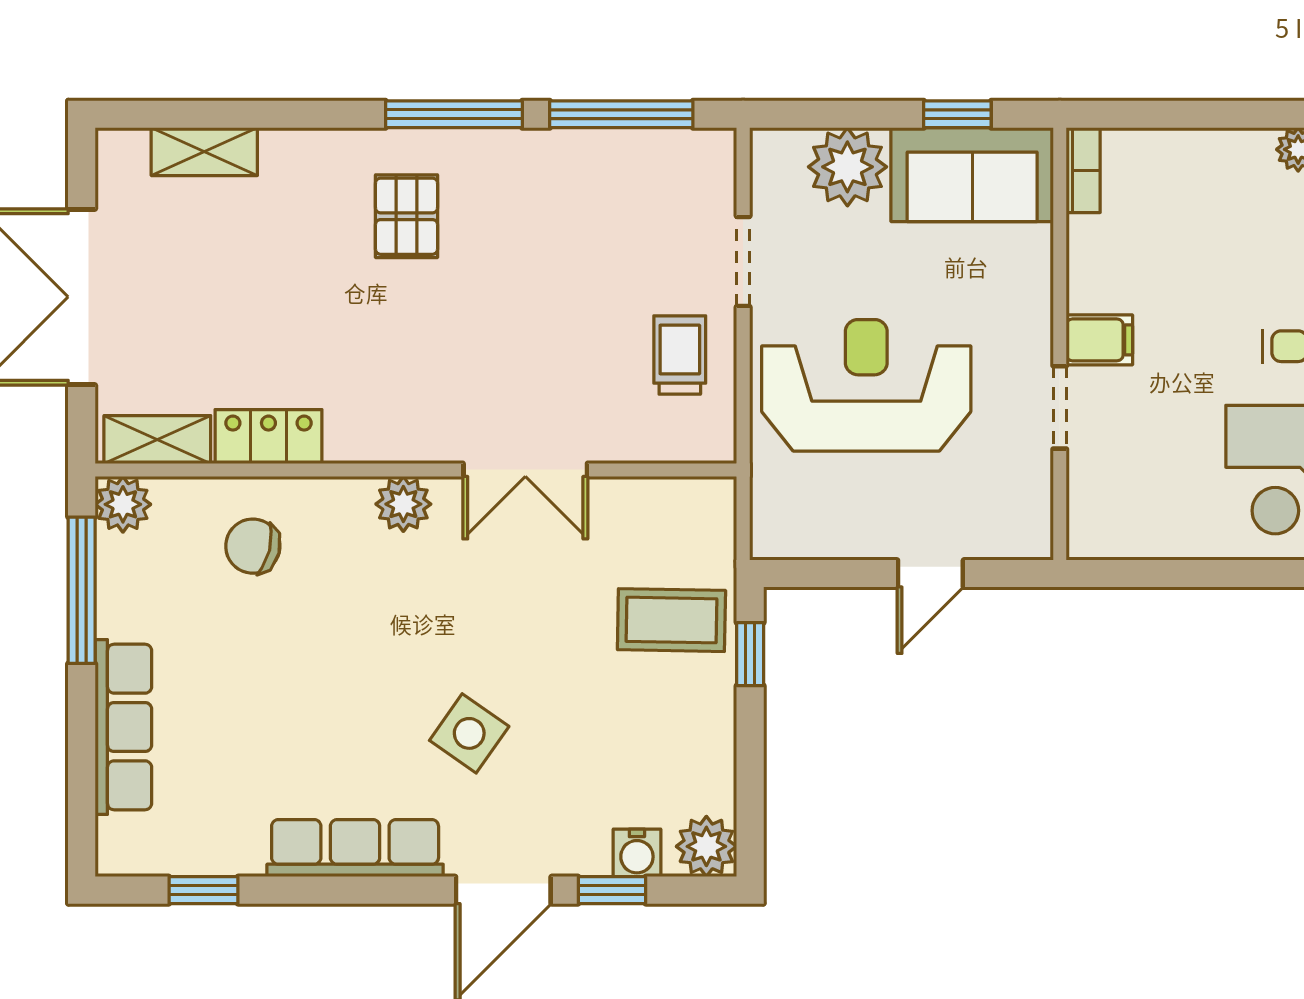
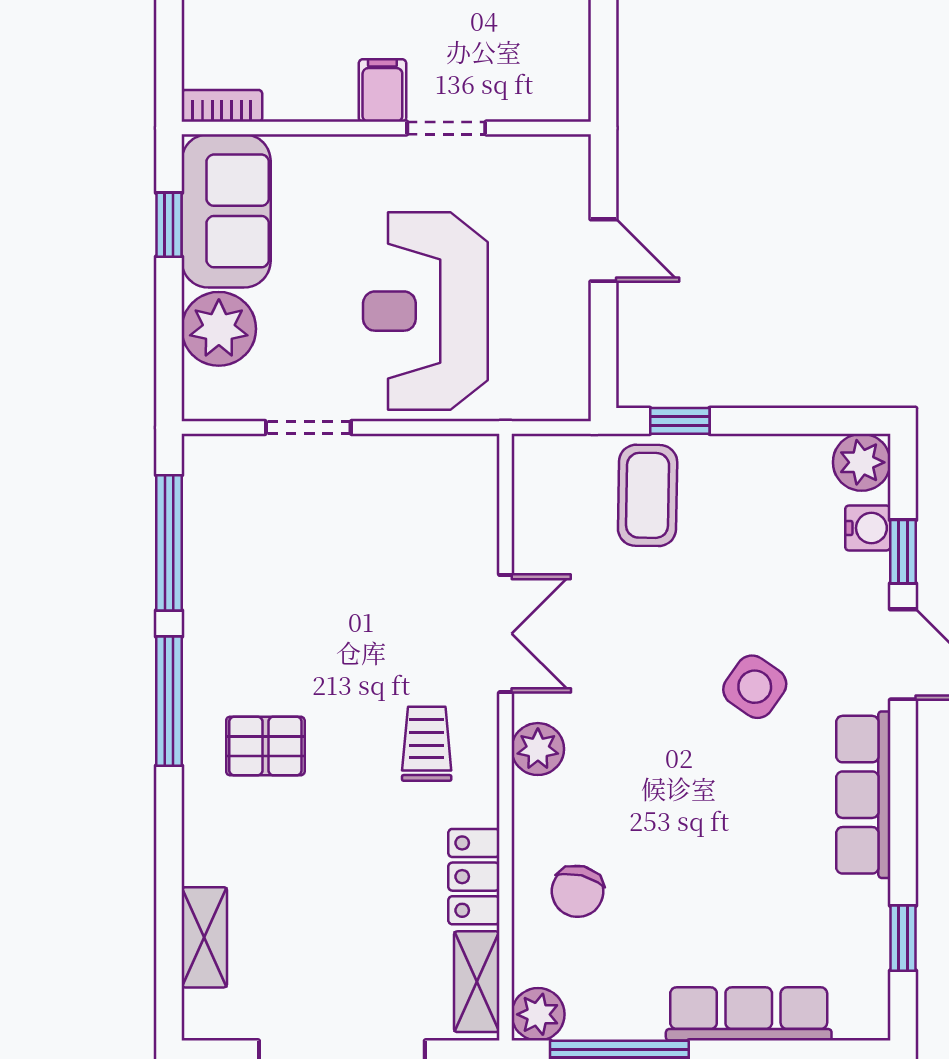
trolley: (680, 355) -> (427, 744), moved, turned 90

